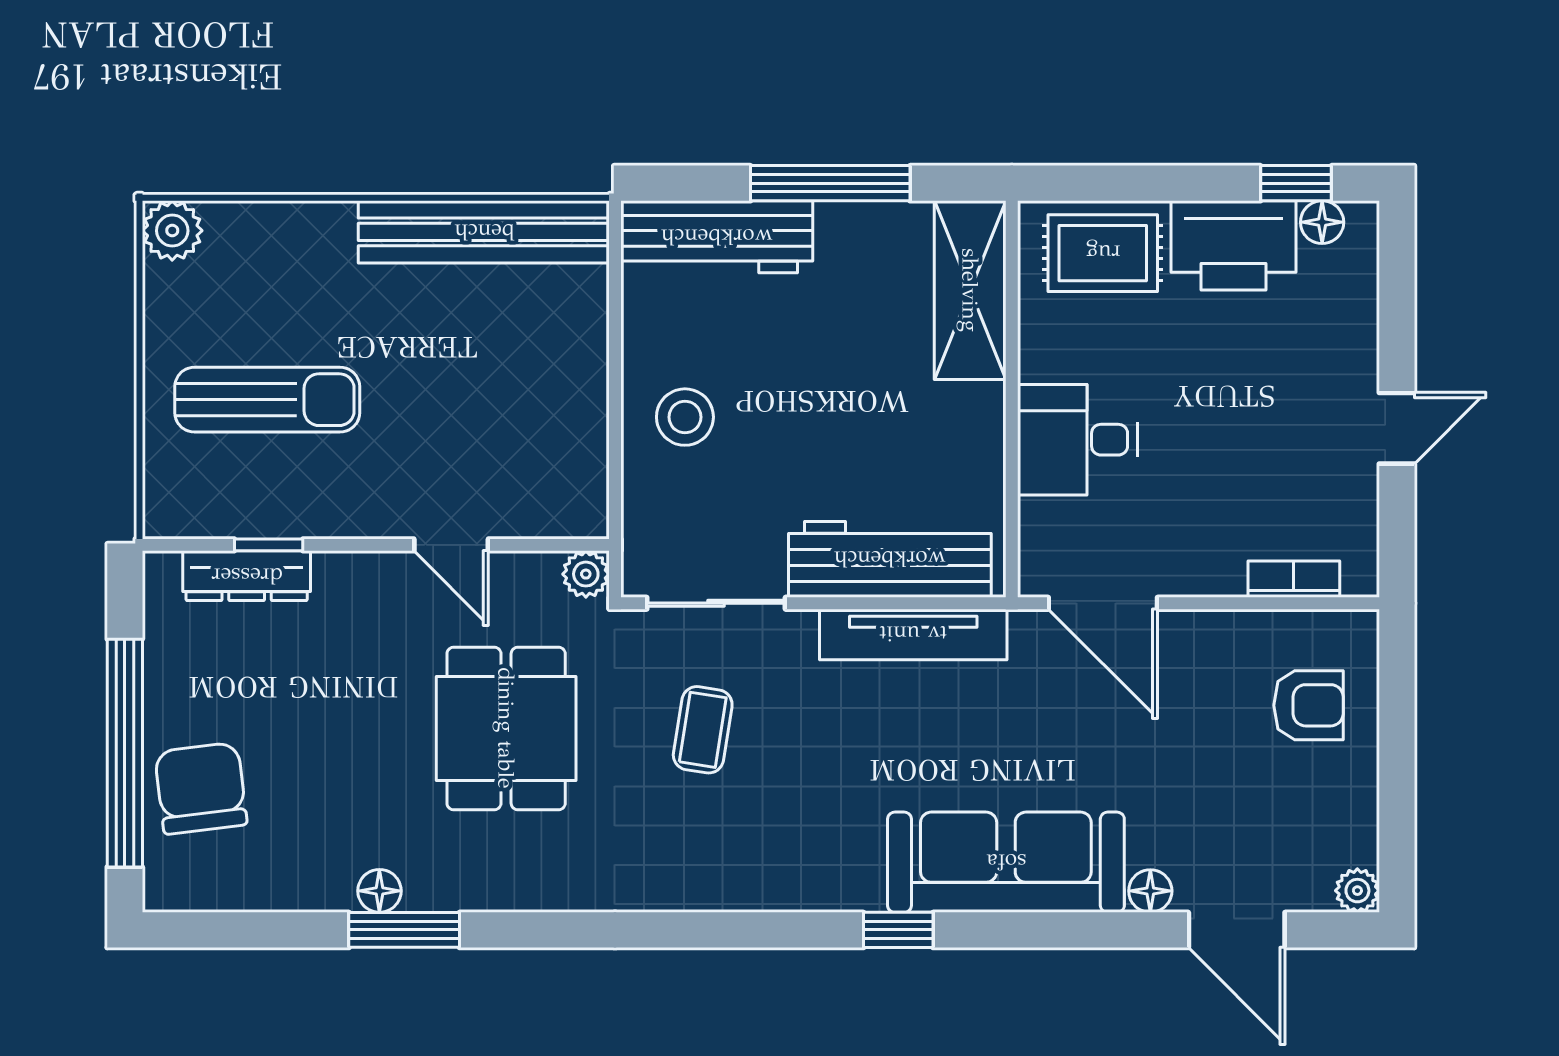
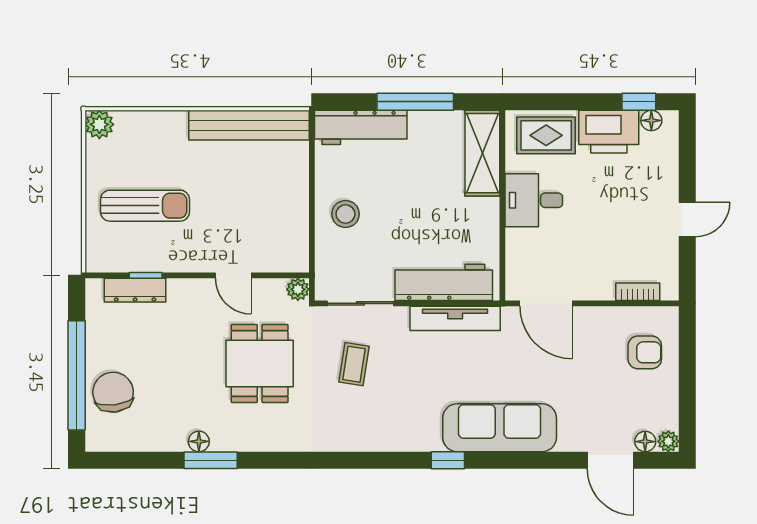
desk: (1077, 440) -> (534, 200), moved
floor lamp: (1150, 891) -> (645, 442), moved

